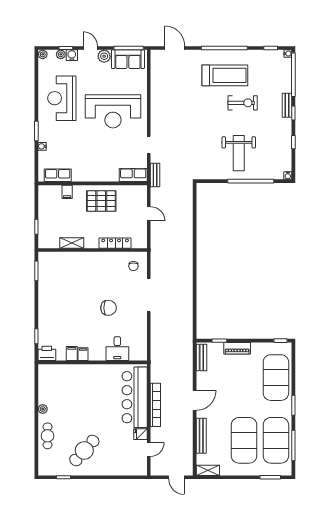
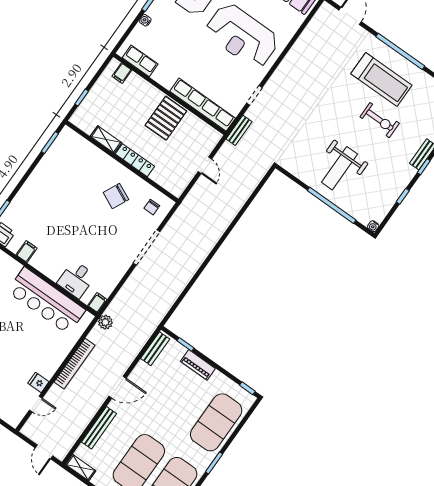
row of seats: (133, 175) -> (203, 105), width x2.02
filing cabinet: (67, 192) -> (122, 73), moved
pallet: (101, 201) -> (166, 118), turned 90
locker: (115, 243) -> (135, 160), moved
chair: (109, 308) -> (116, 196), moved, turned 115
filing cabinet: (83, 354) -> (97, 303), moved
plant: (156, 363) -> (105, 322), added
bar counter: (135, 397) -> (46, 301), moved, turned -90

